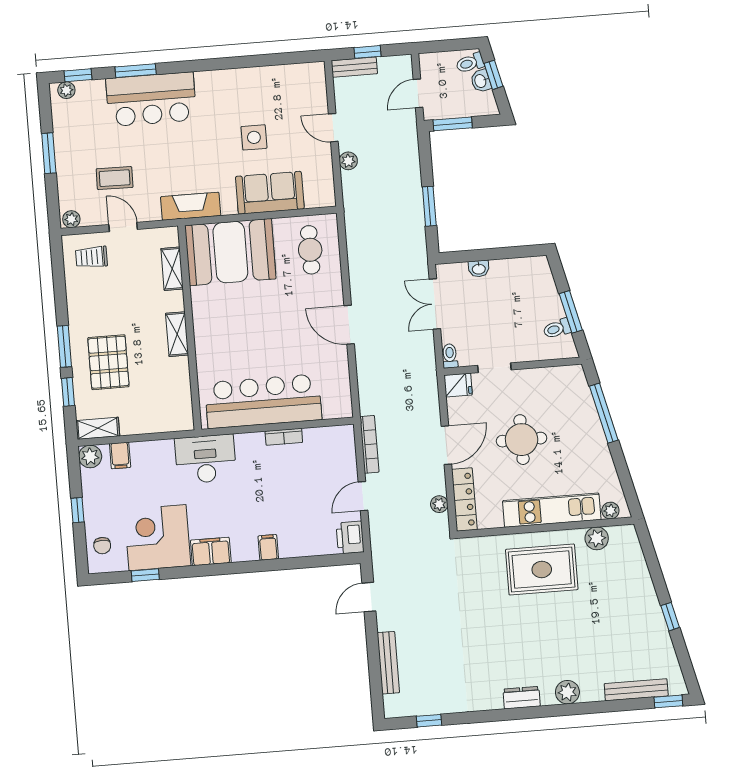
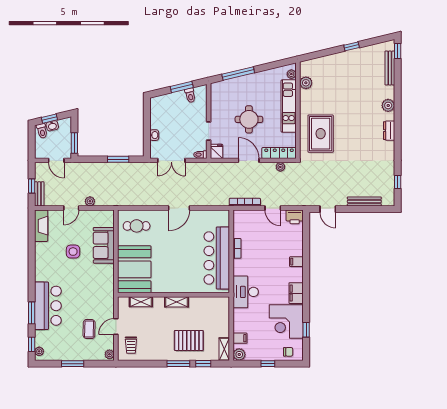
fireplace: (191, 206) -> (41, 226), moved, turned 180
rug: (542, 570) -> (321, 134), moved

